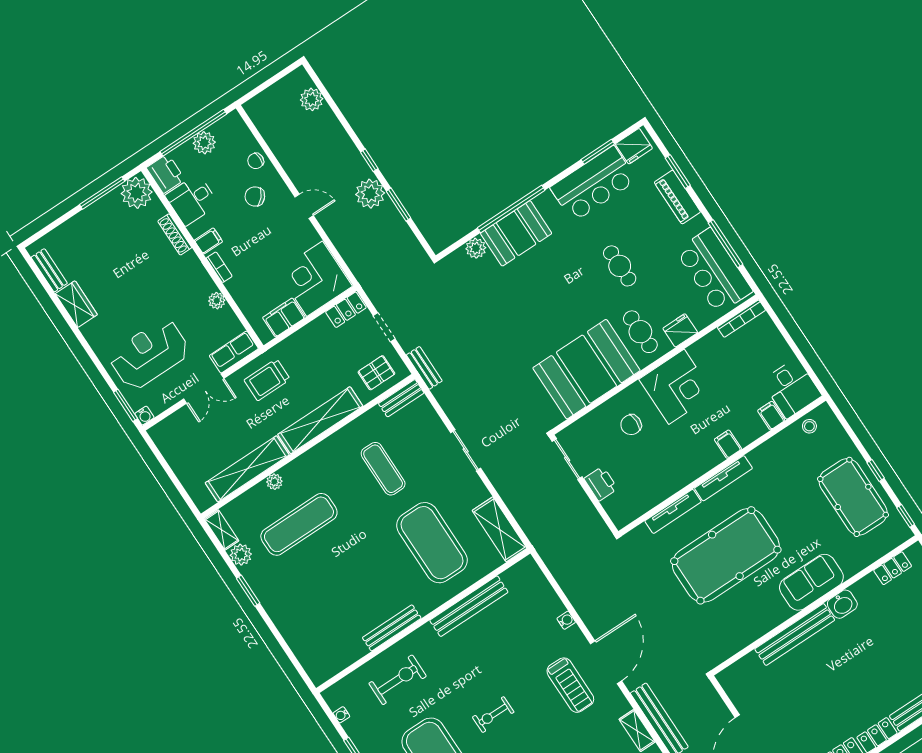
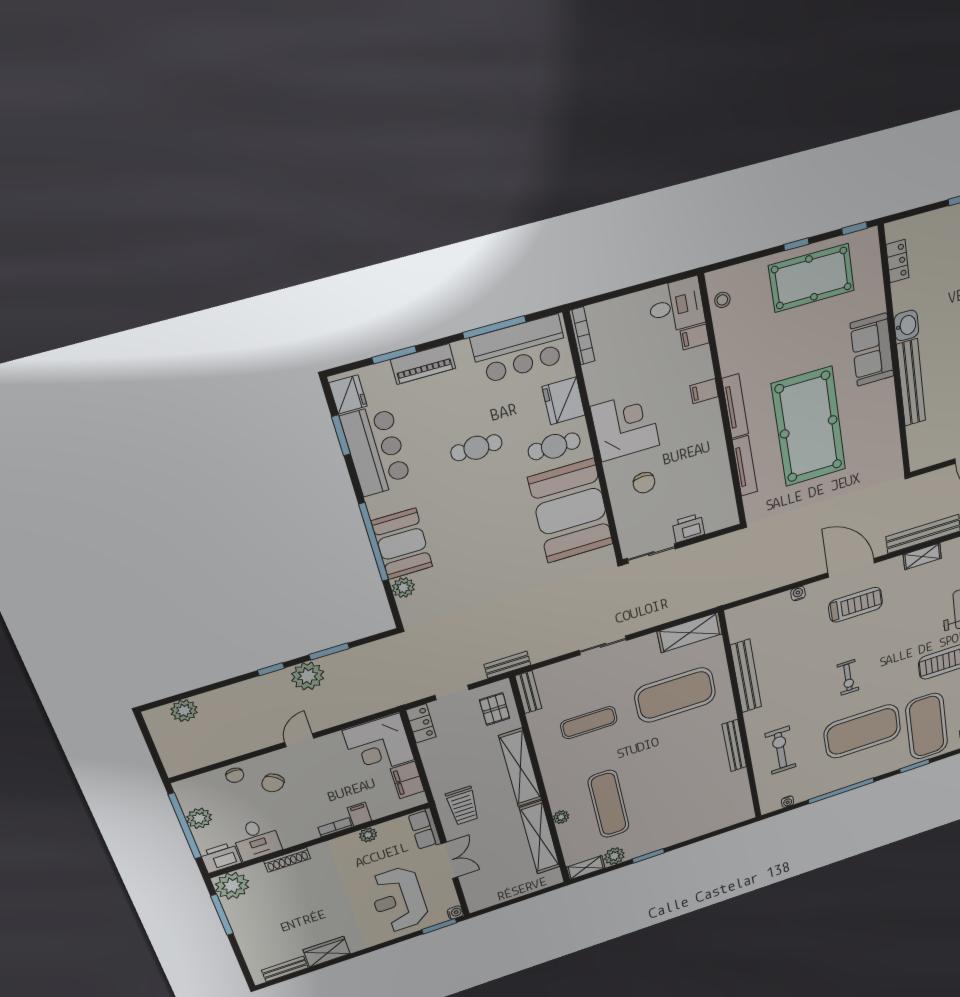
filing cabinet: (208, 241) -> (359, 814), moved
fridge: (680, 330) -> (564, 401), width x1.36, depth x1.34

